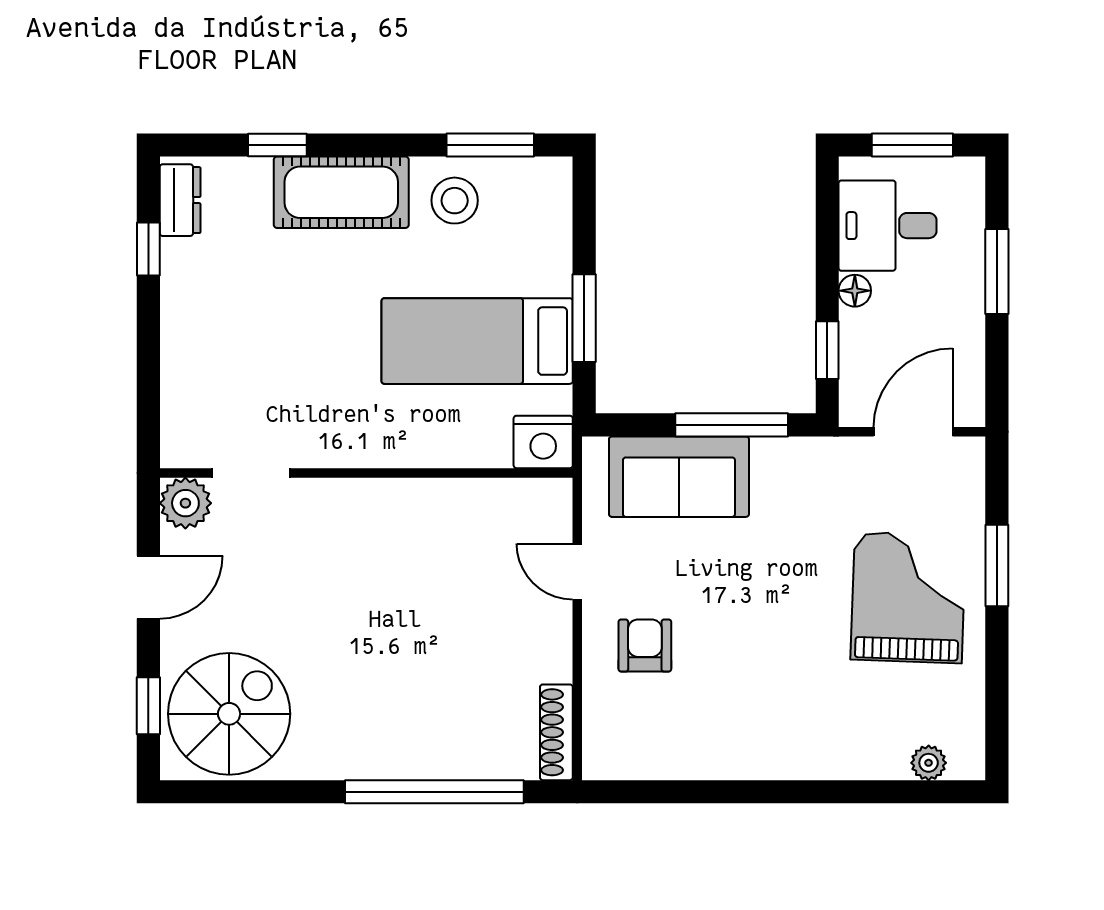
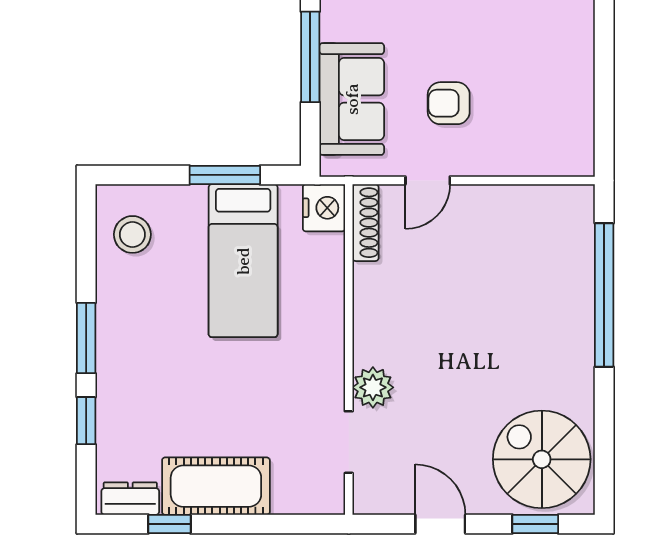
window: (490, 145) -> (86, 338), moved
cot: (341, 192) -> (216, 486), moved, turned 90
stool: (455, 201) -> (132, 234), moved
plant: (185, 503) -> (373, 387), moved
armchair: (645, 645) -> (449, 103), moved
shoe rack: (556, 732) -> (366, 223), moved, turned -90

